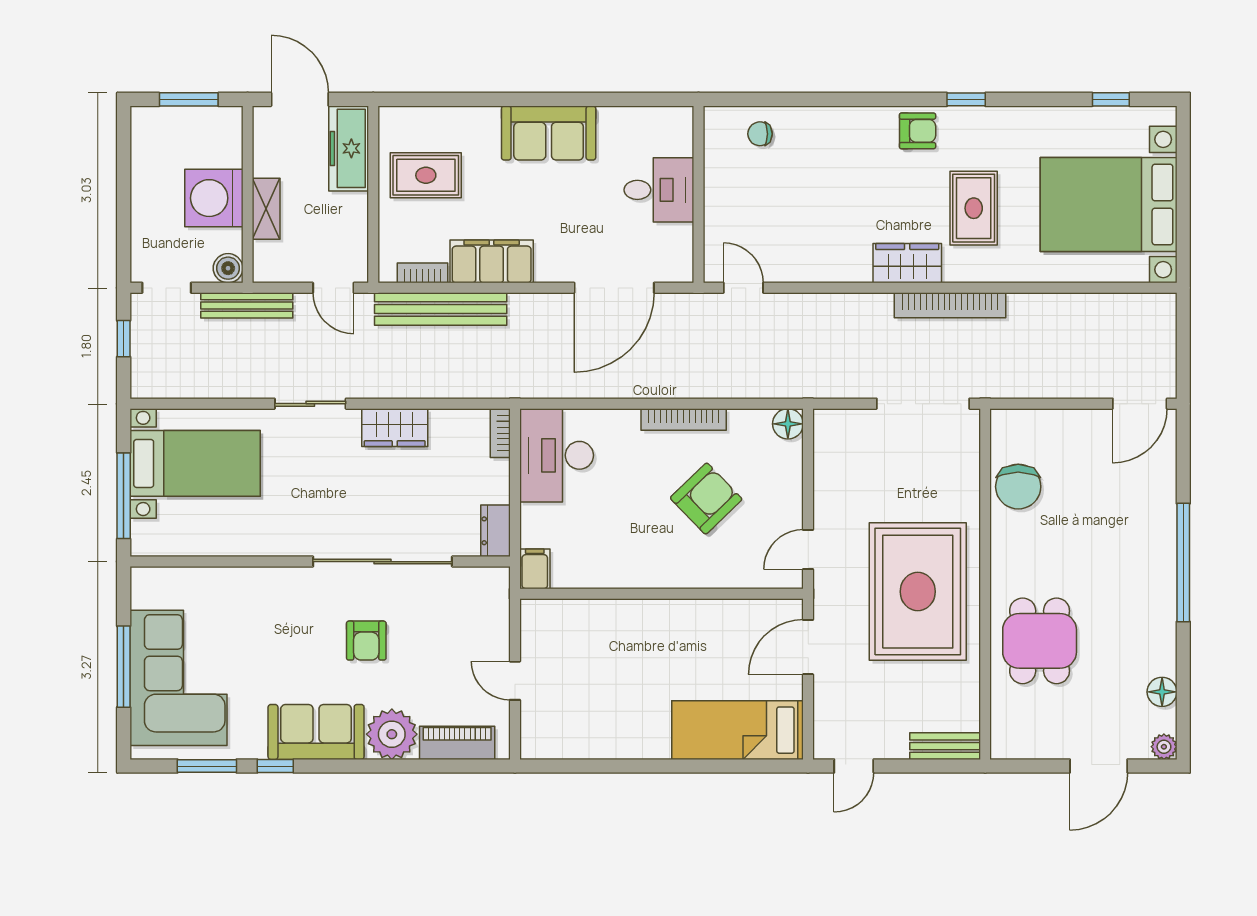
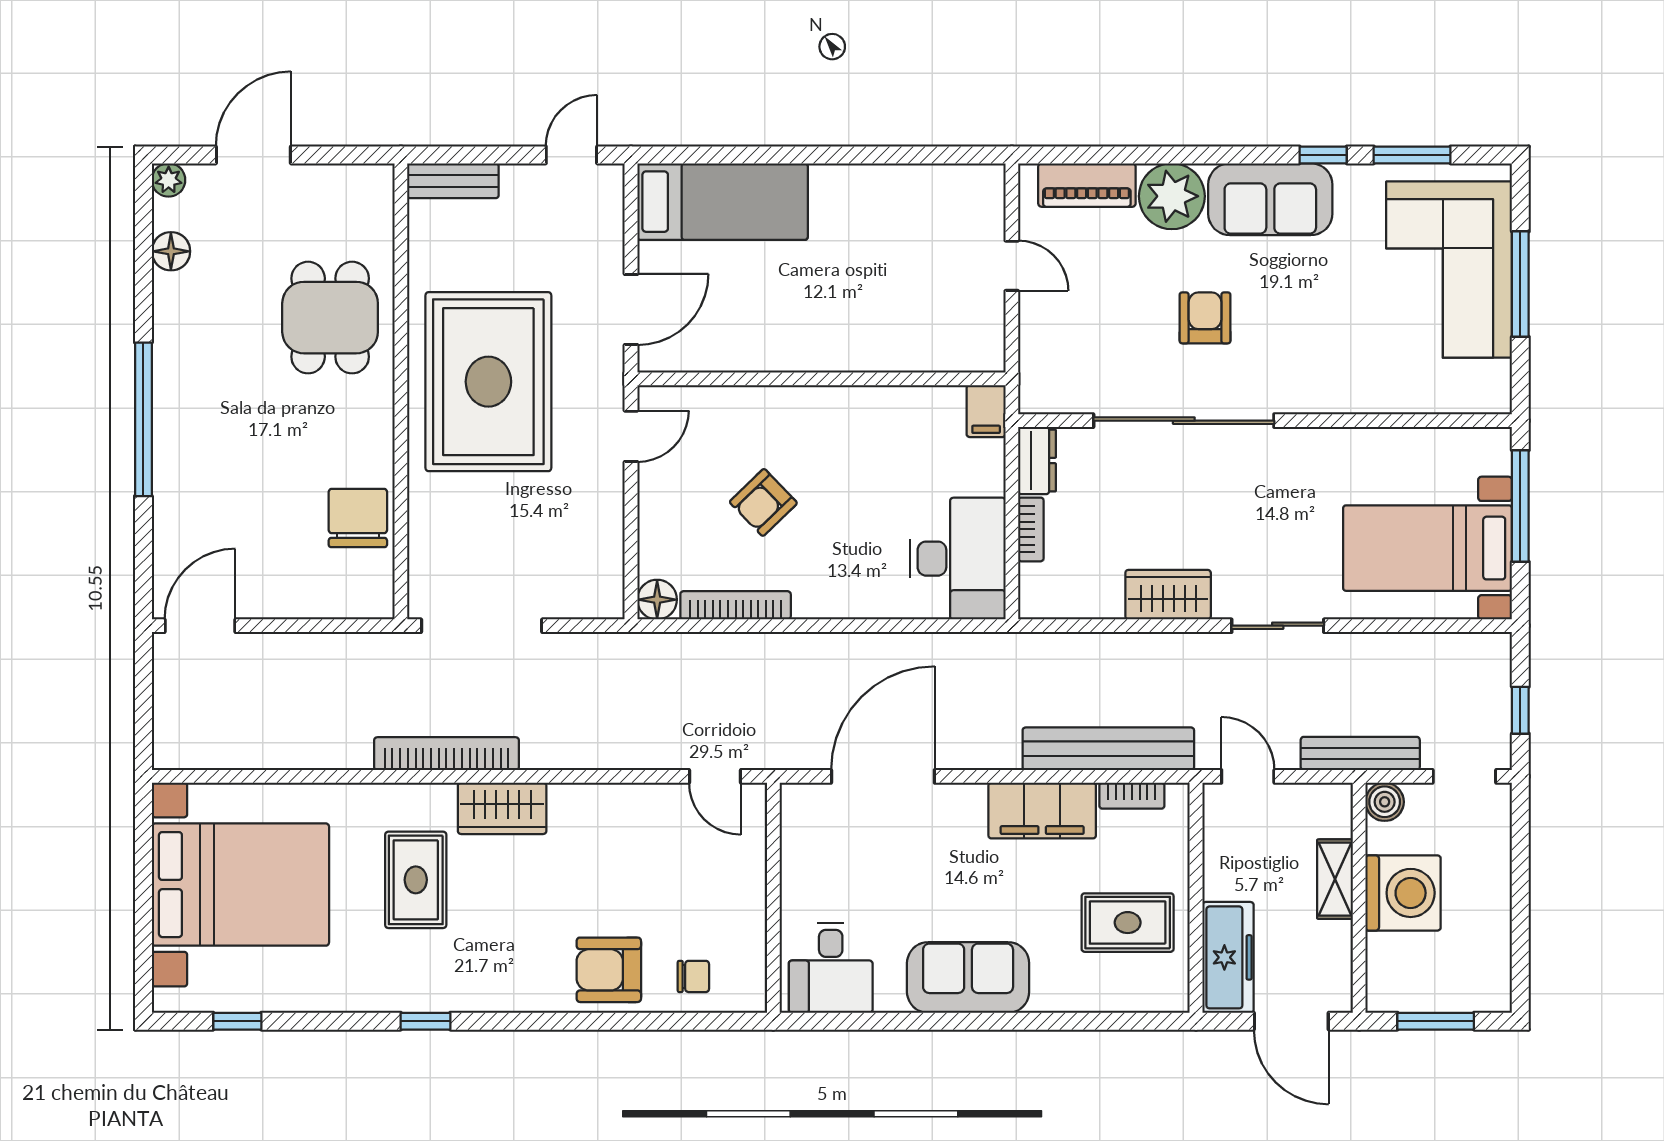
armchair: (918, 131) -> (609, 970), moved, width x1.38, depth x1.38
desk: (659, 190) -> (831, 968), moved, turned -90
bookcase: (684, 419) -> (736, 605), moved
bookcase: (500, 433) -> (1031, 529), moved
armchair: (706, 499) -> (763, 502), width x0.72, depth x0.72

